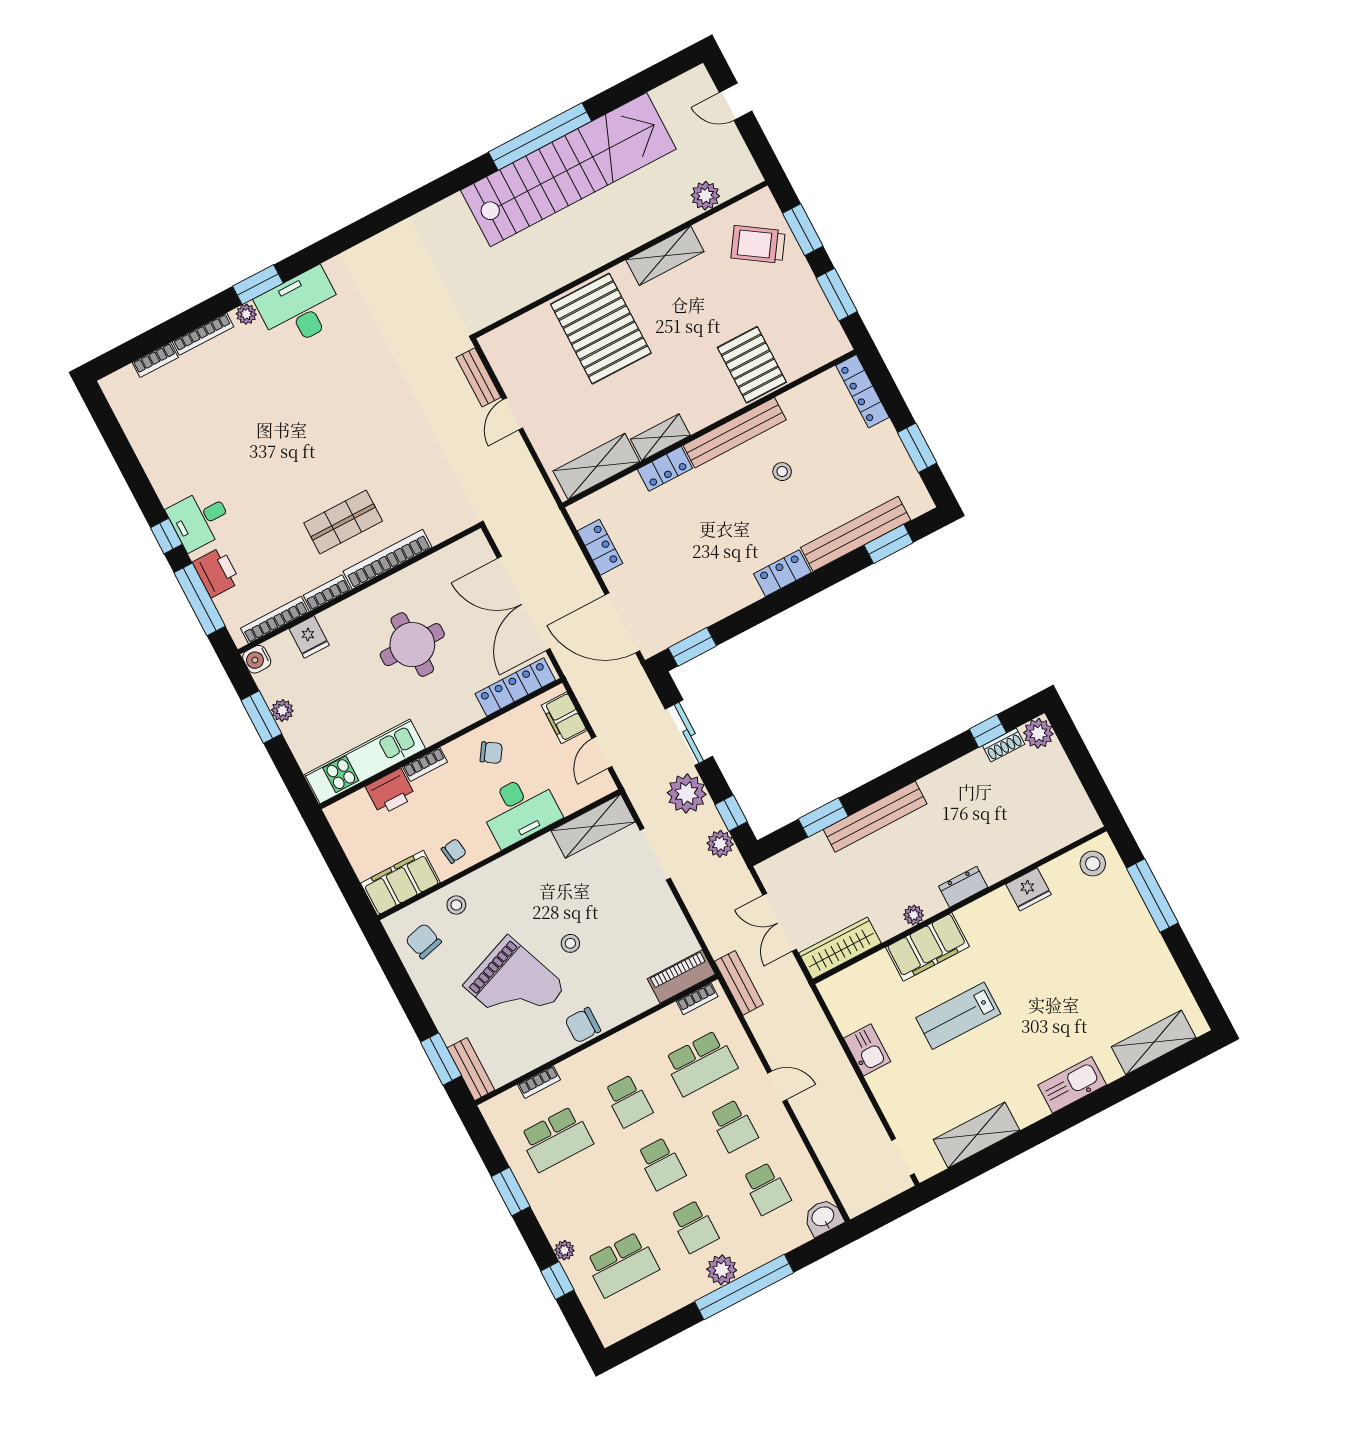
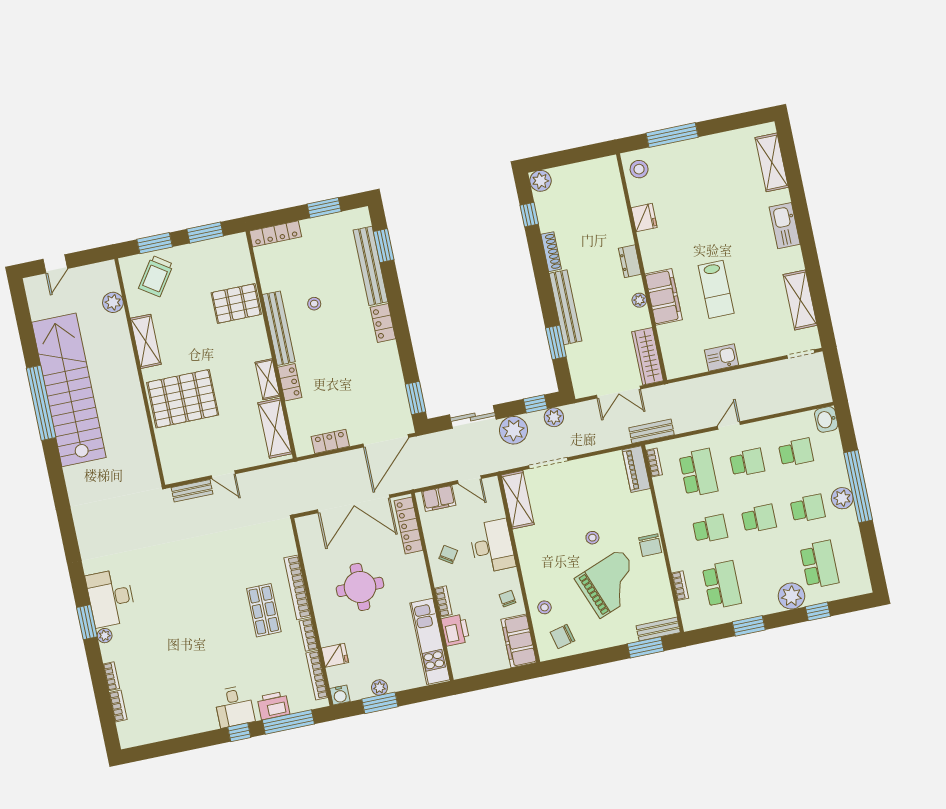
bookcase: (203, 334) -> (111, 676), width x0.64
shoe rack: (1004, 745) -> (551, 252), moved, width x1.43
plant: (564, 1250) -> (791, 596), width x1.87, depth x1.87

